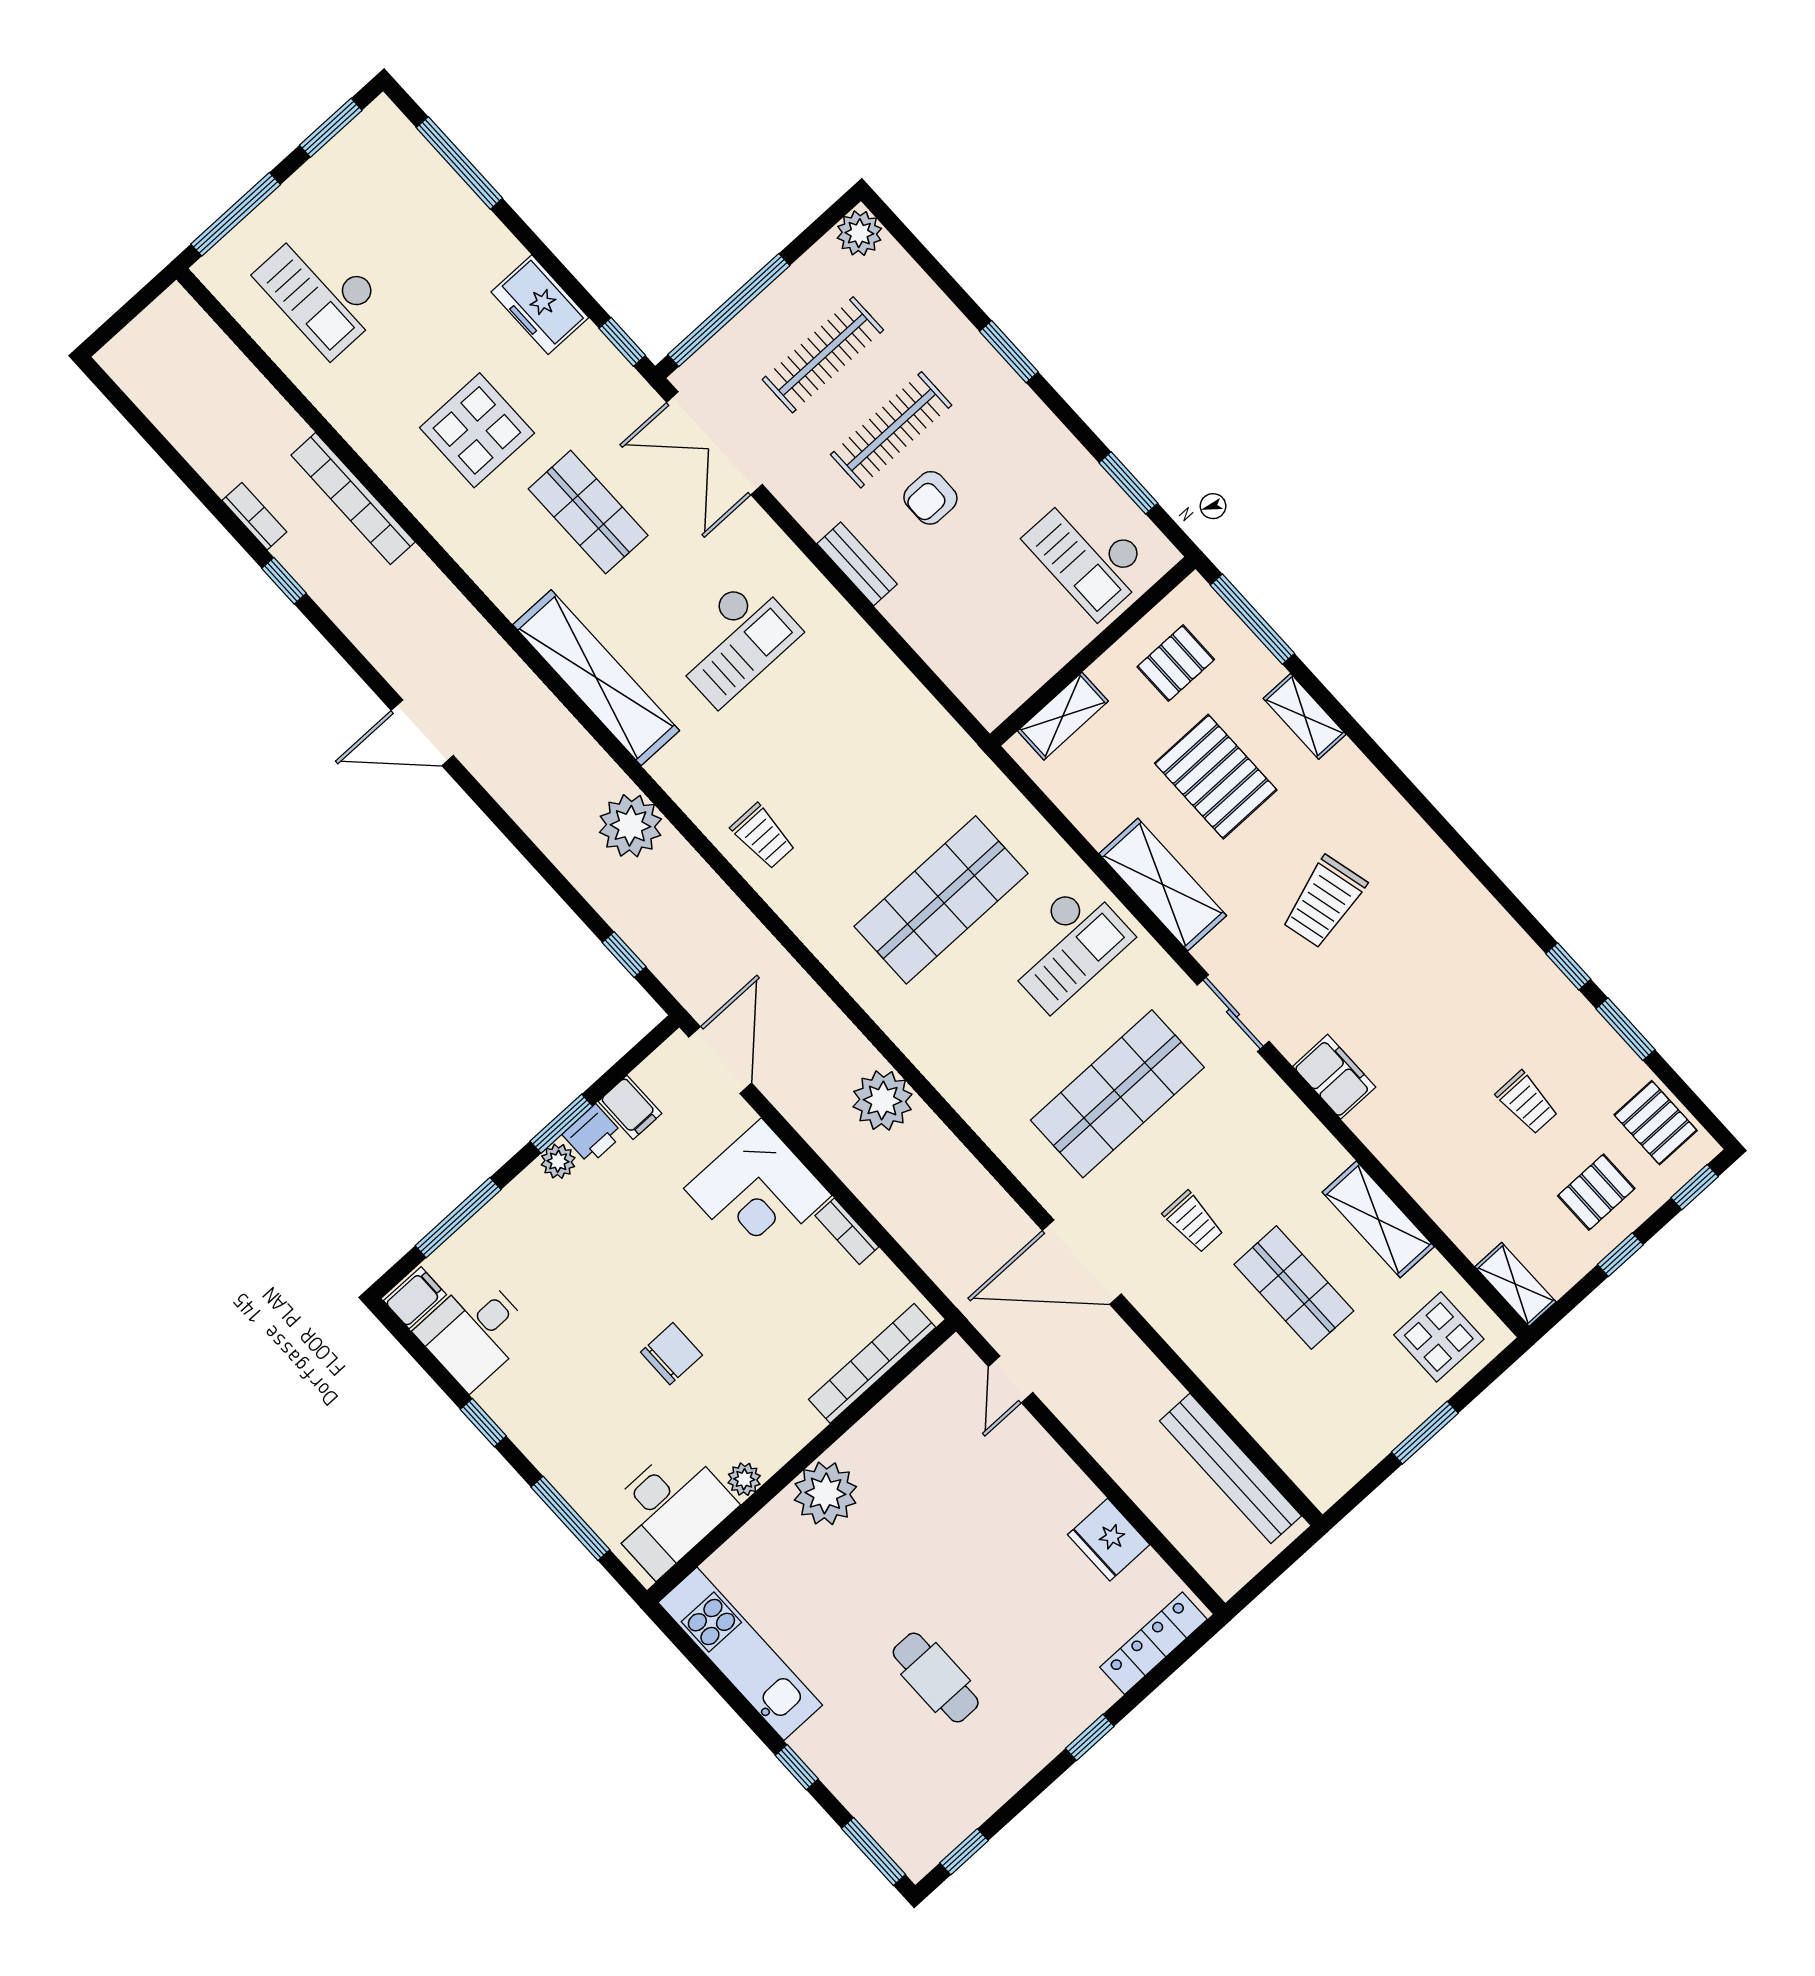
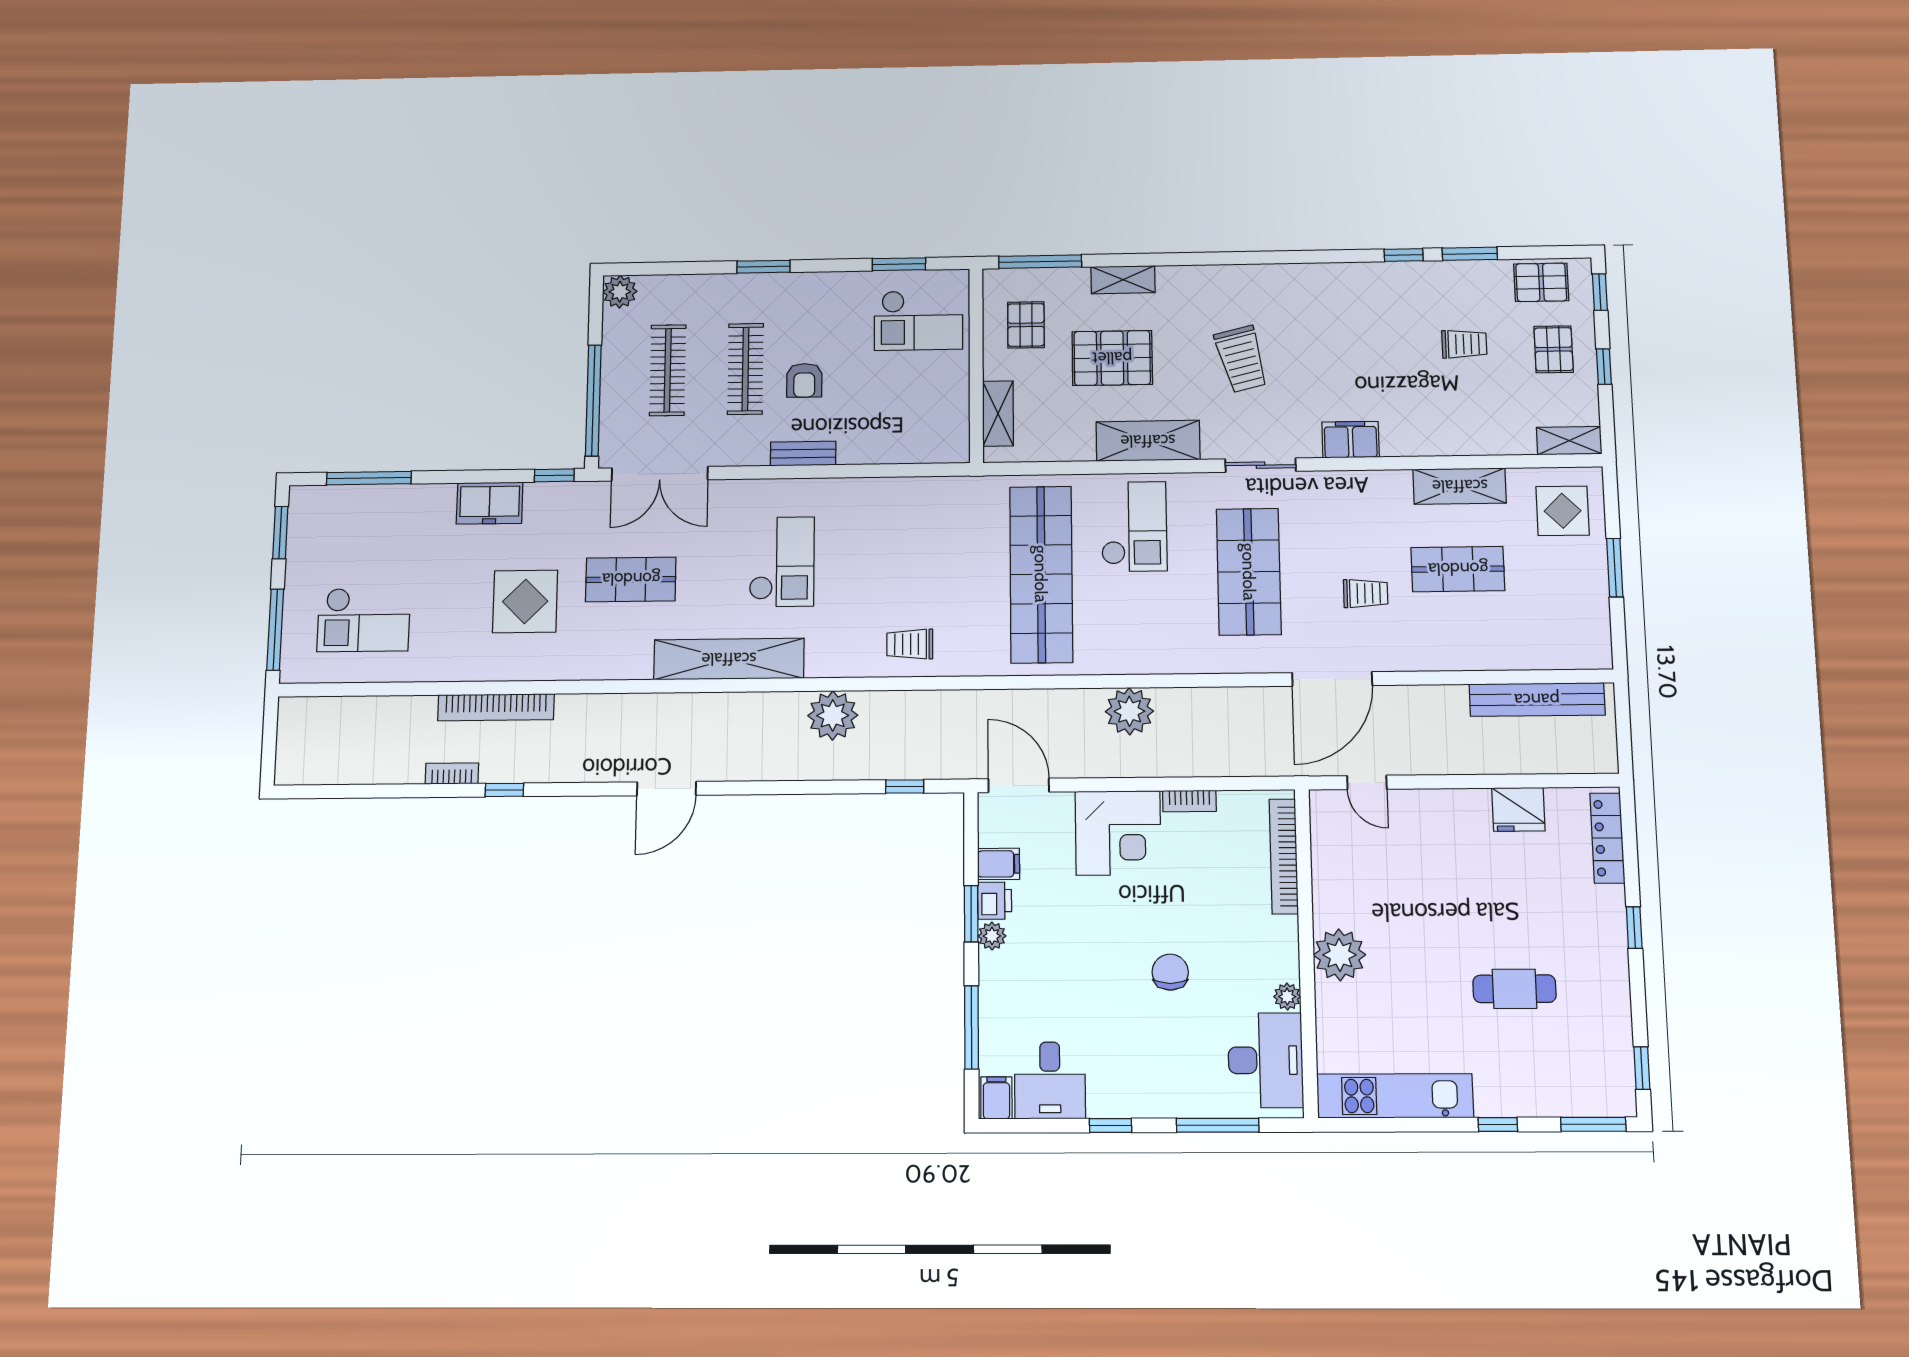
trolley: (763, 836) -> (910, 644), turned 180
shop shelf: (941, 900) -> (1041, 574), width x1.40

